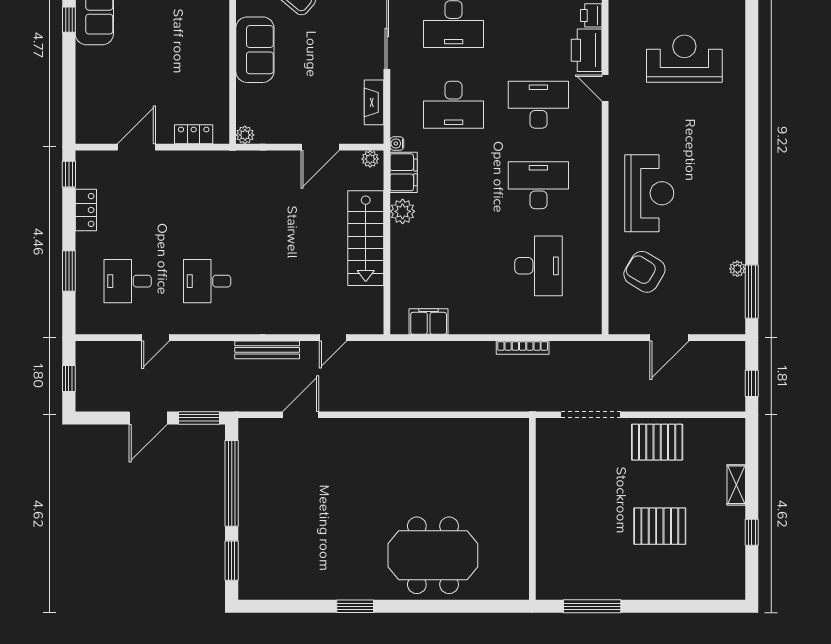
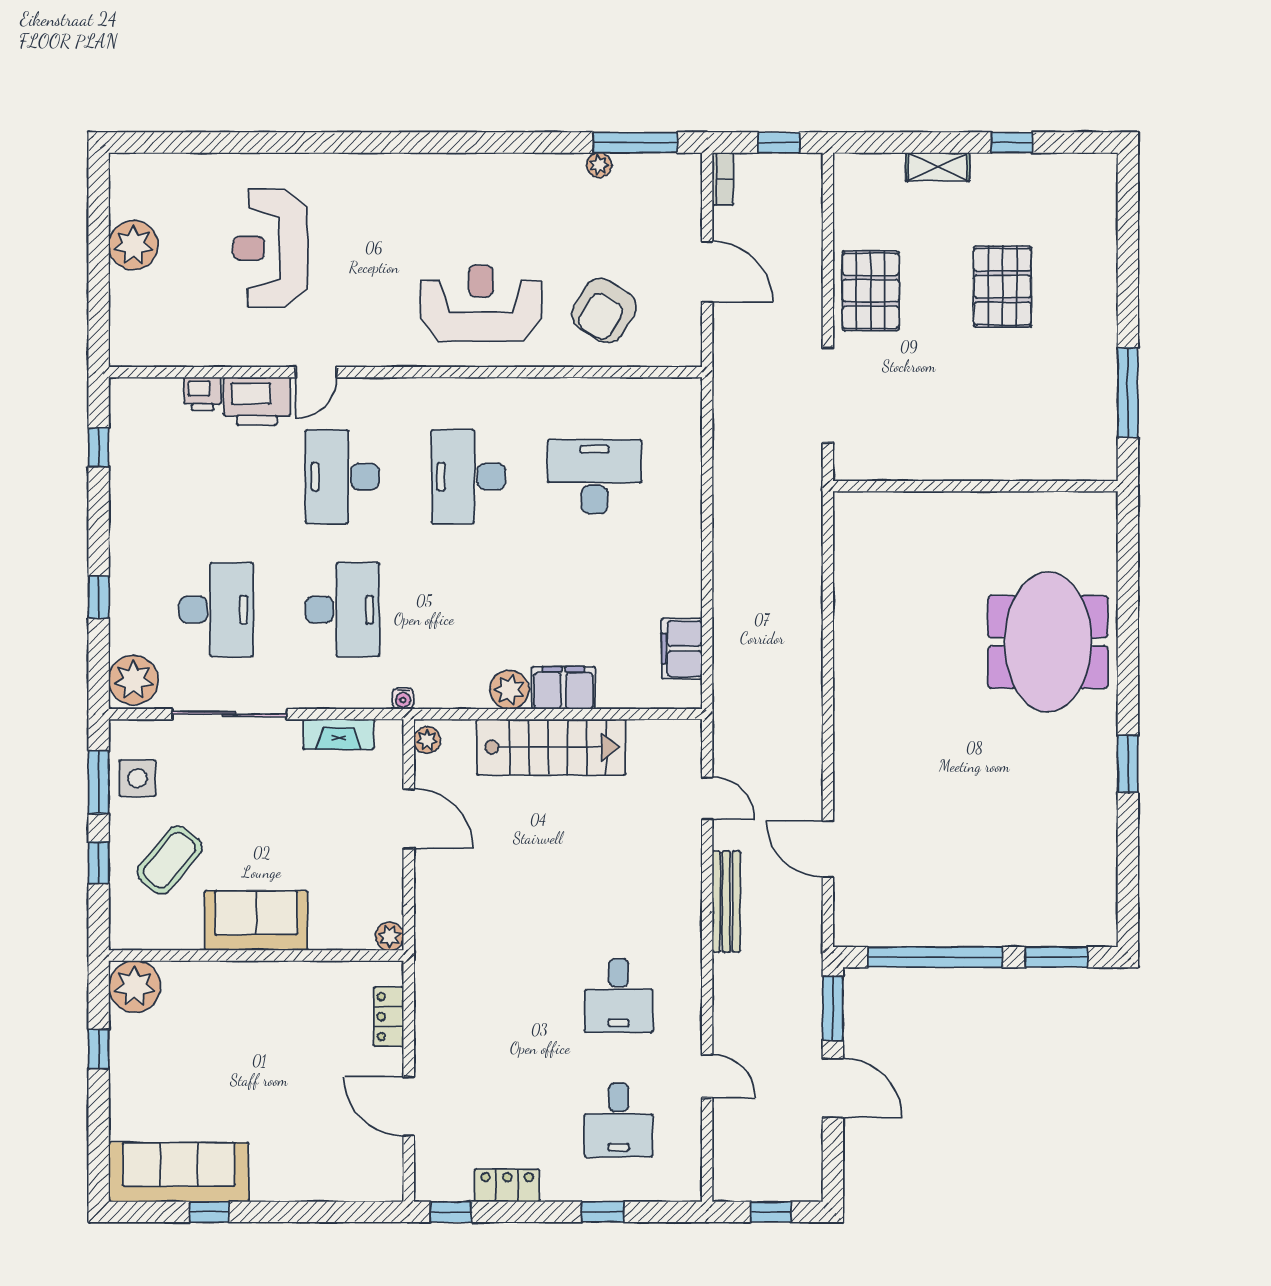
filing cabinet: (404, 172) -> (563, 688), moved
window: (69, 271) -> (603, 1212), width x0.67
bookcase: (523, 348) -> (723, 179), moved, width x0.64

